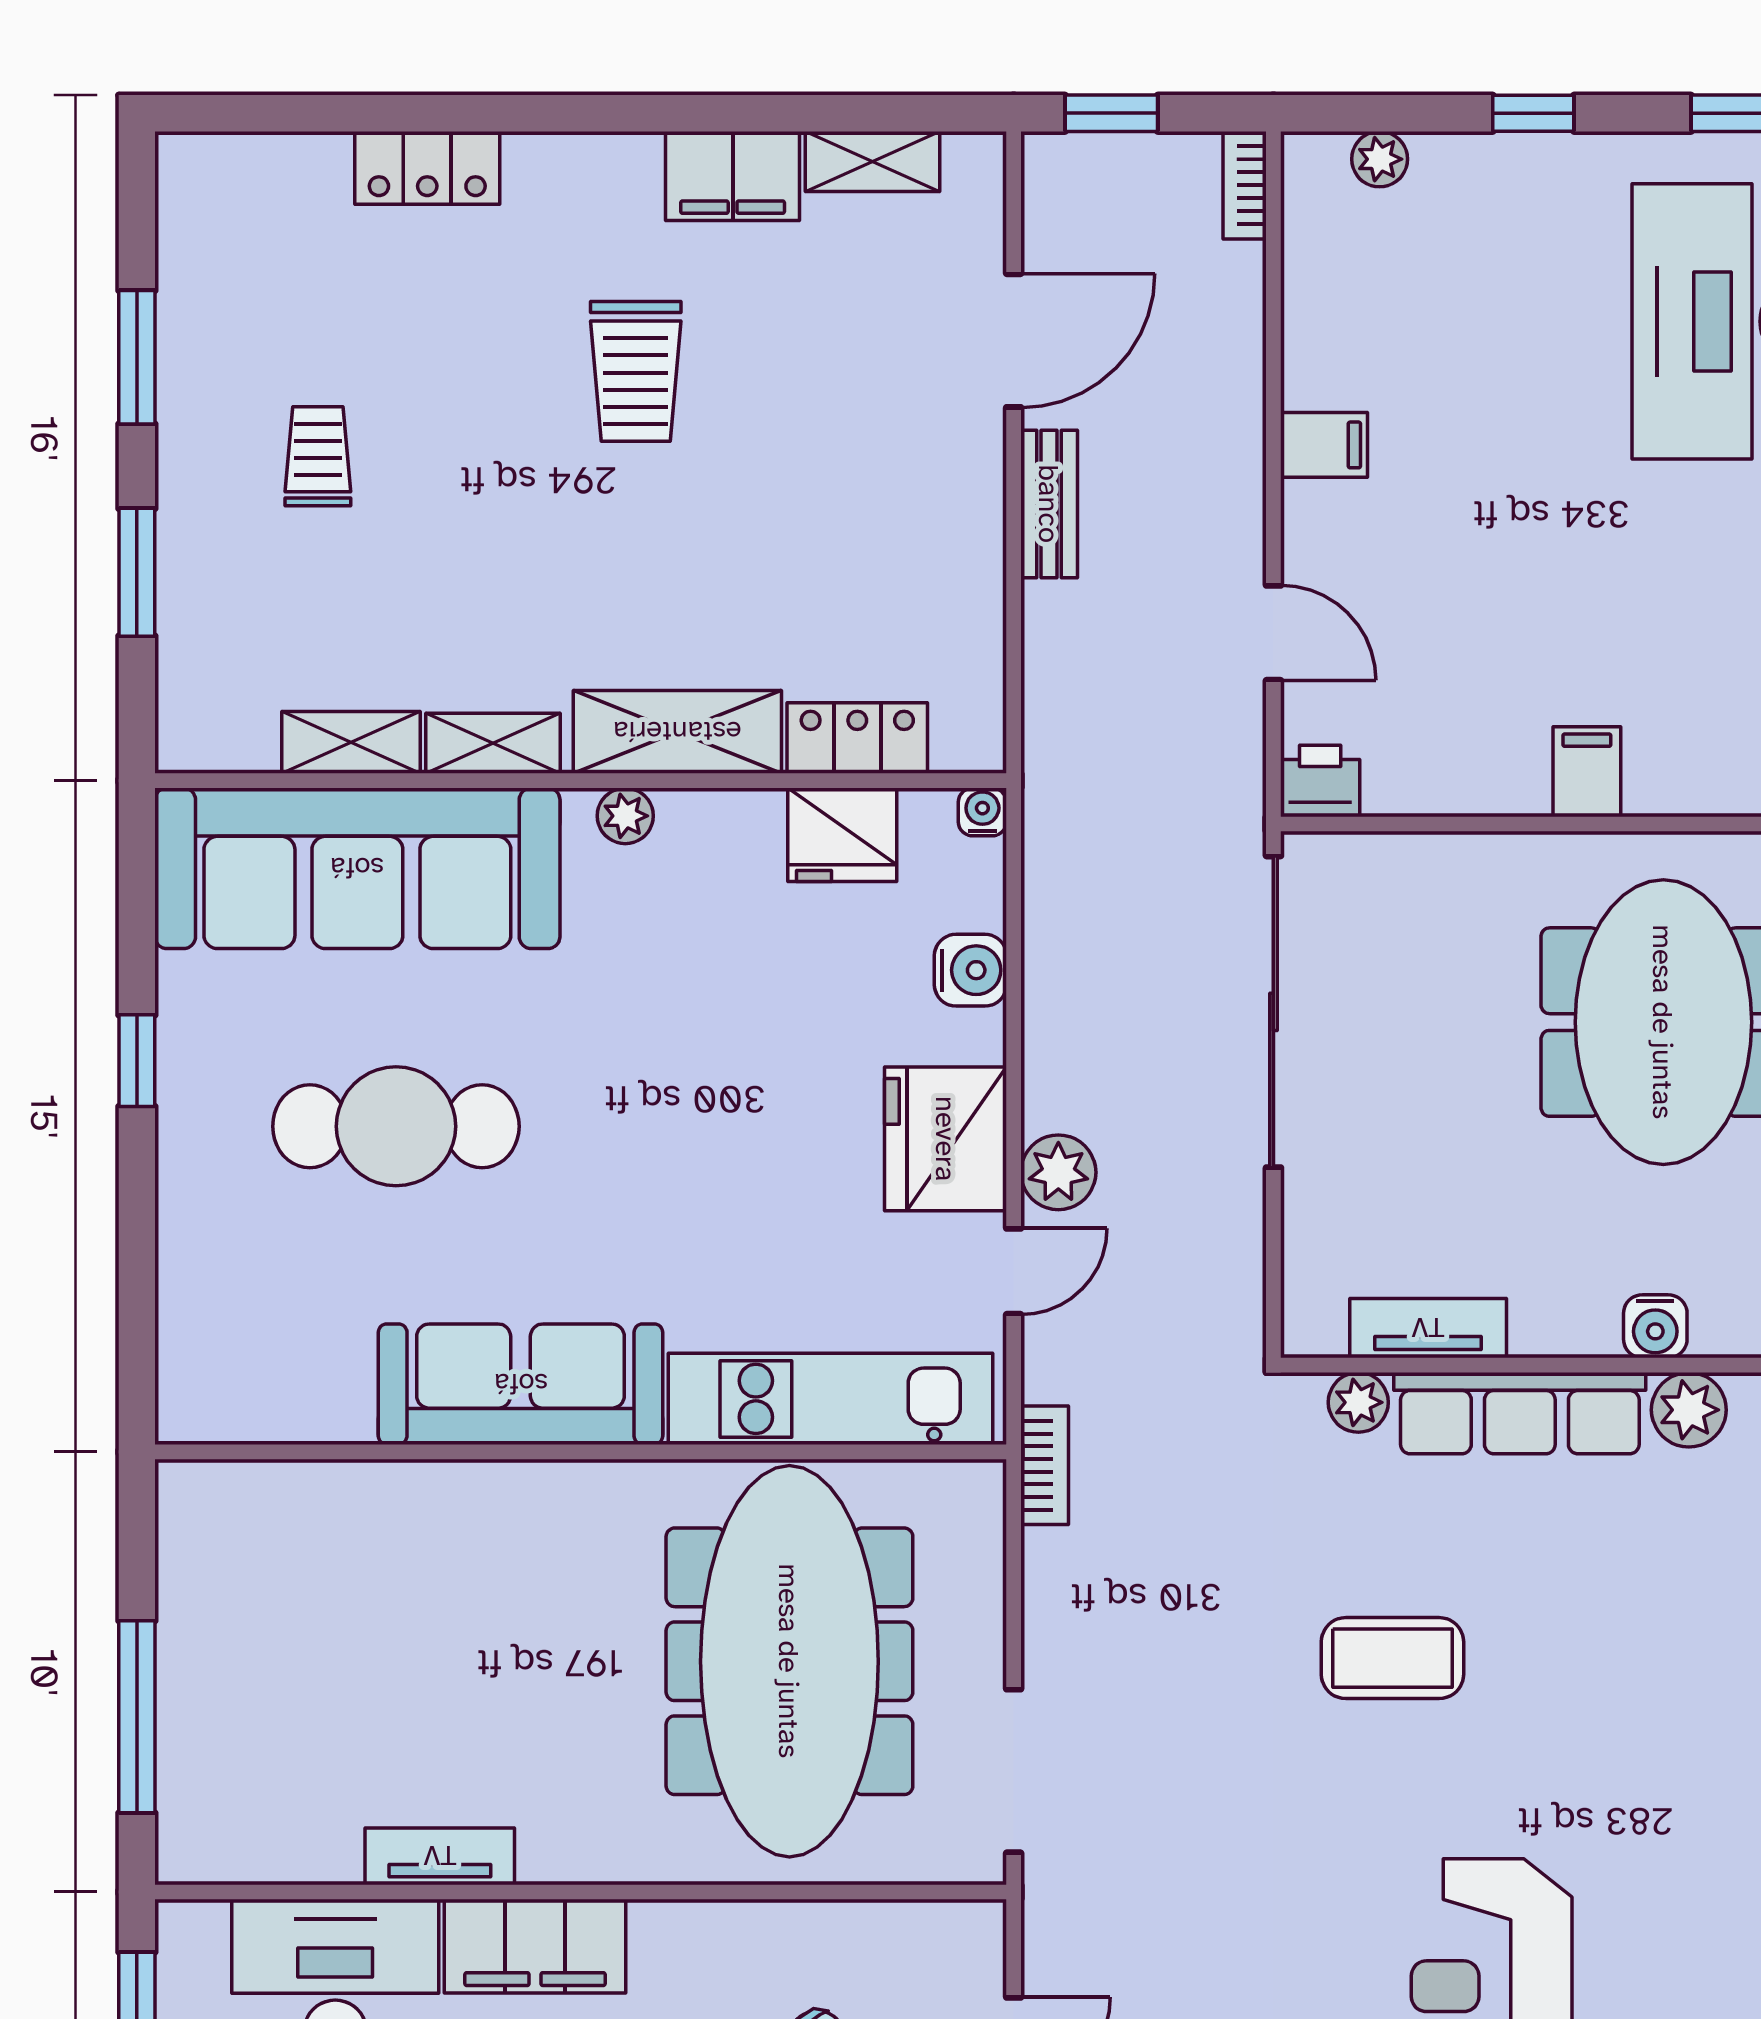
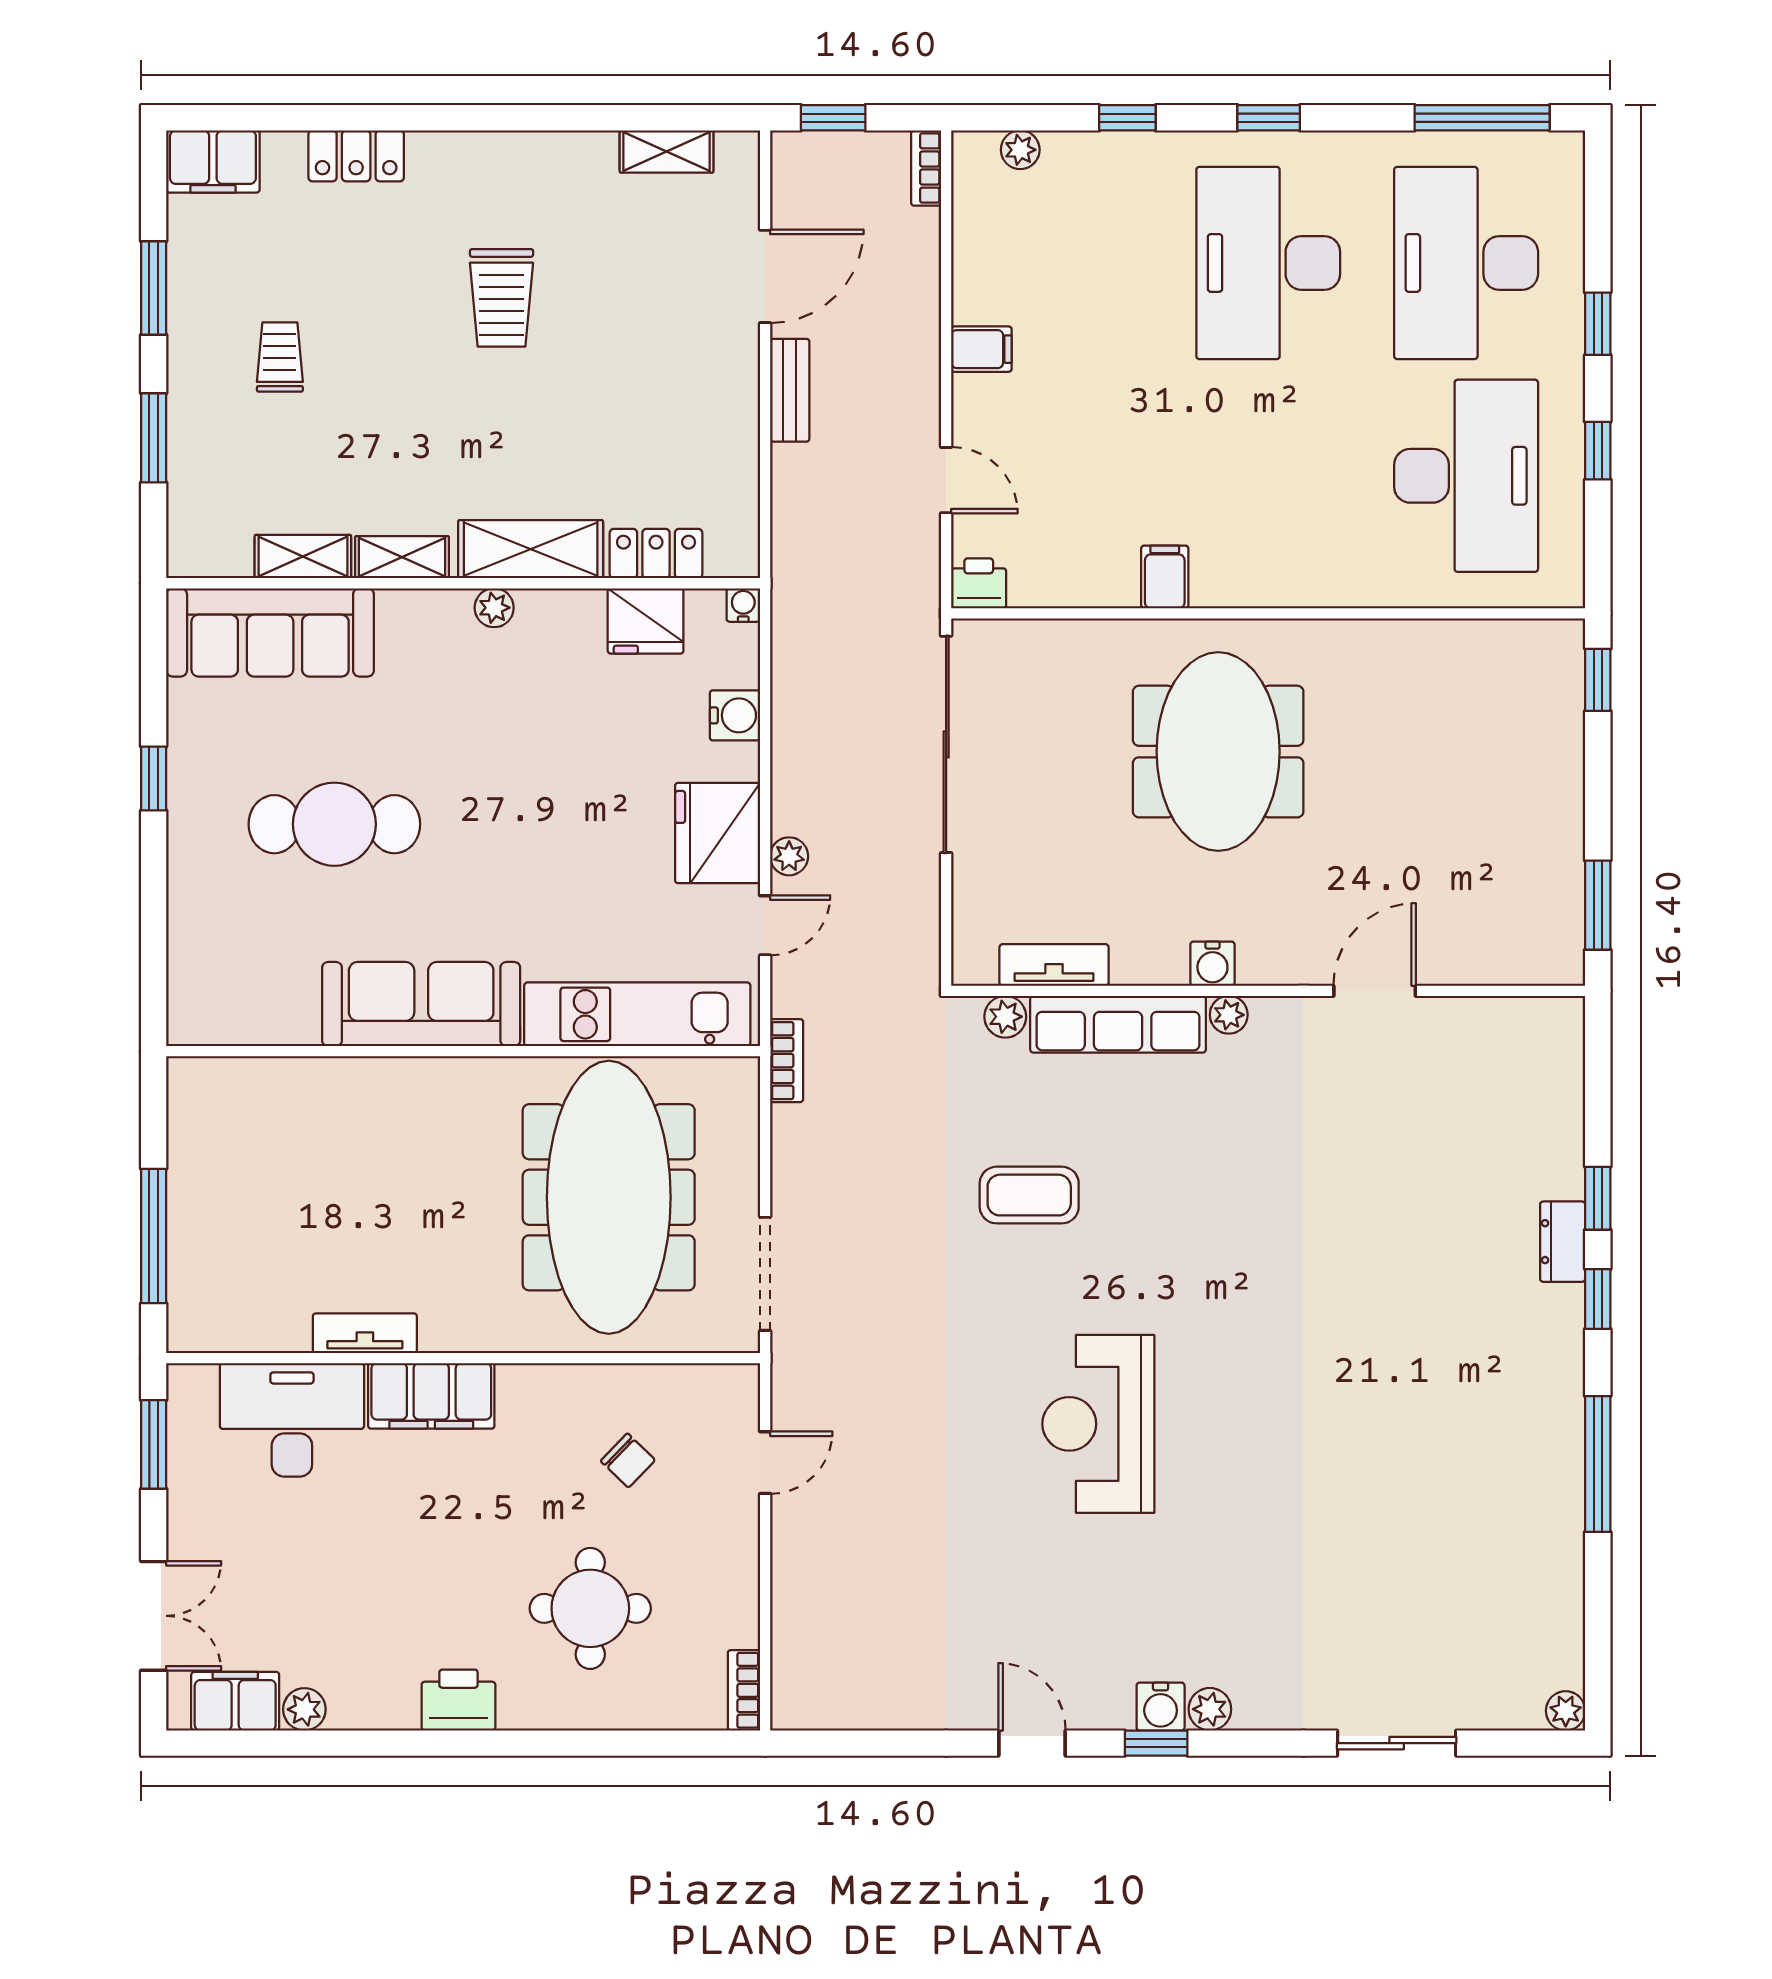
filing cabinet: (733, 176) -> (213, 161), moved
sofa: (357, 868) -> (270, 632), width x0.74, depth x0.79
plant: (1058, 1172) -> (789, 856), width x0.73, depth x0.73
plant: (1689, 1410) -> (1229, 1015), width x0.73, depth x0.73

